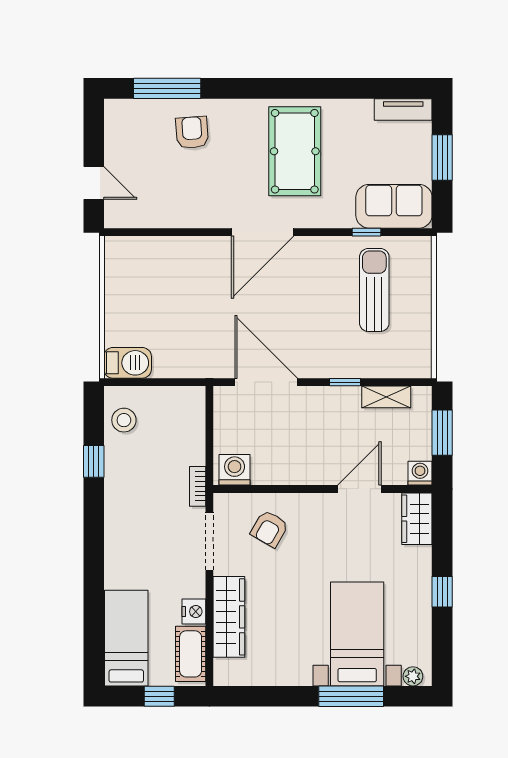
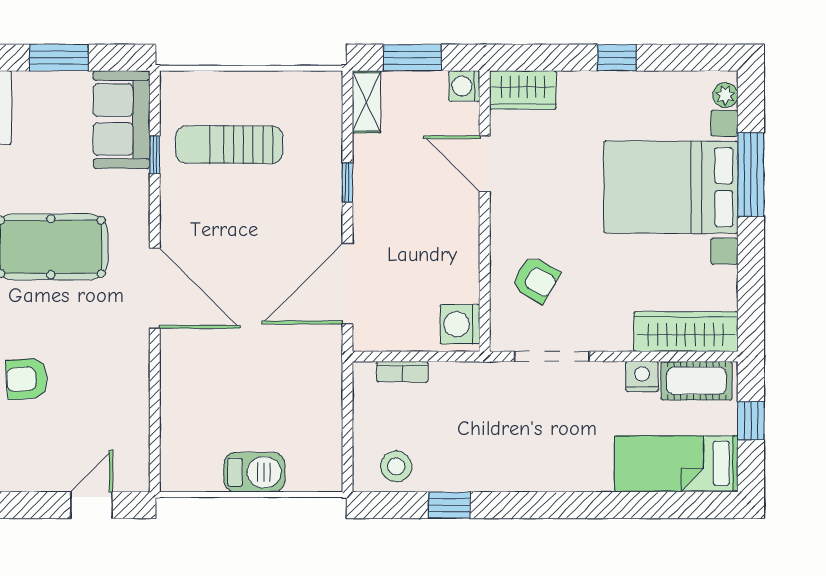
barbecue: (128, 363) -> (254, 472), moved, turned 90
shelving: (386, 397) -> (366, 102), moved
bookcase: (198, 486) -> (402, 372), moved
wardrobe: (229, 617) -> (686, 332), moved
bed with nightstands: (357, 634) -> (671, 187), width x1.36

